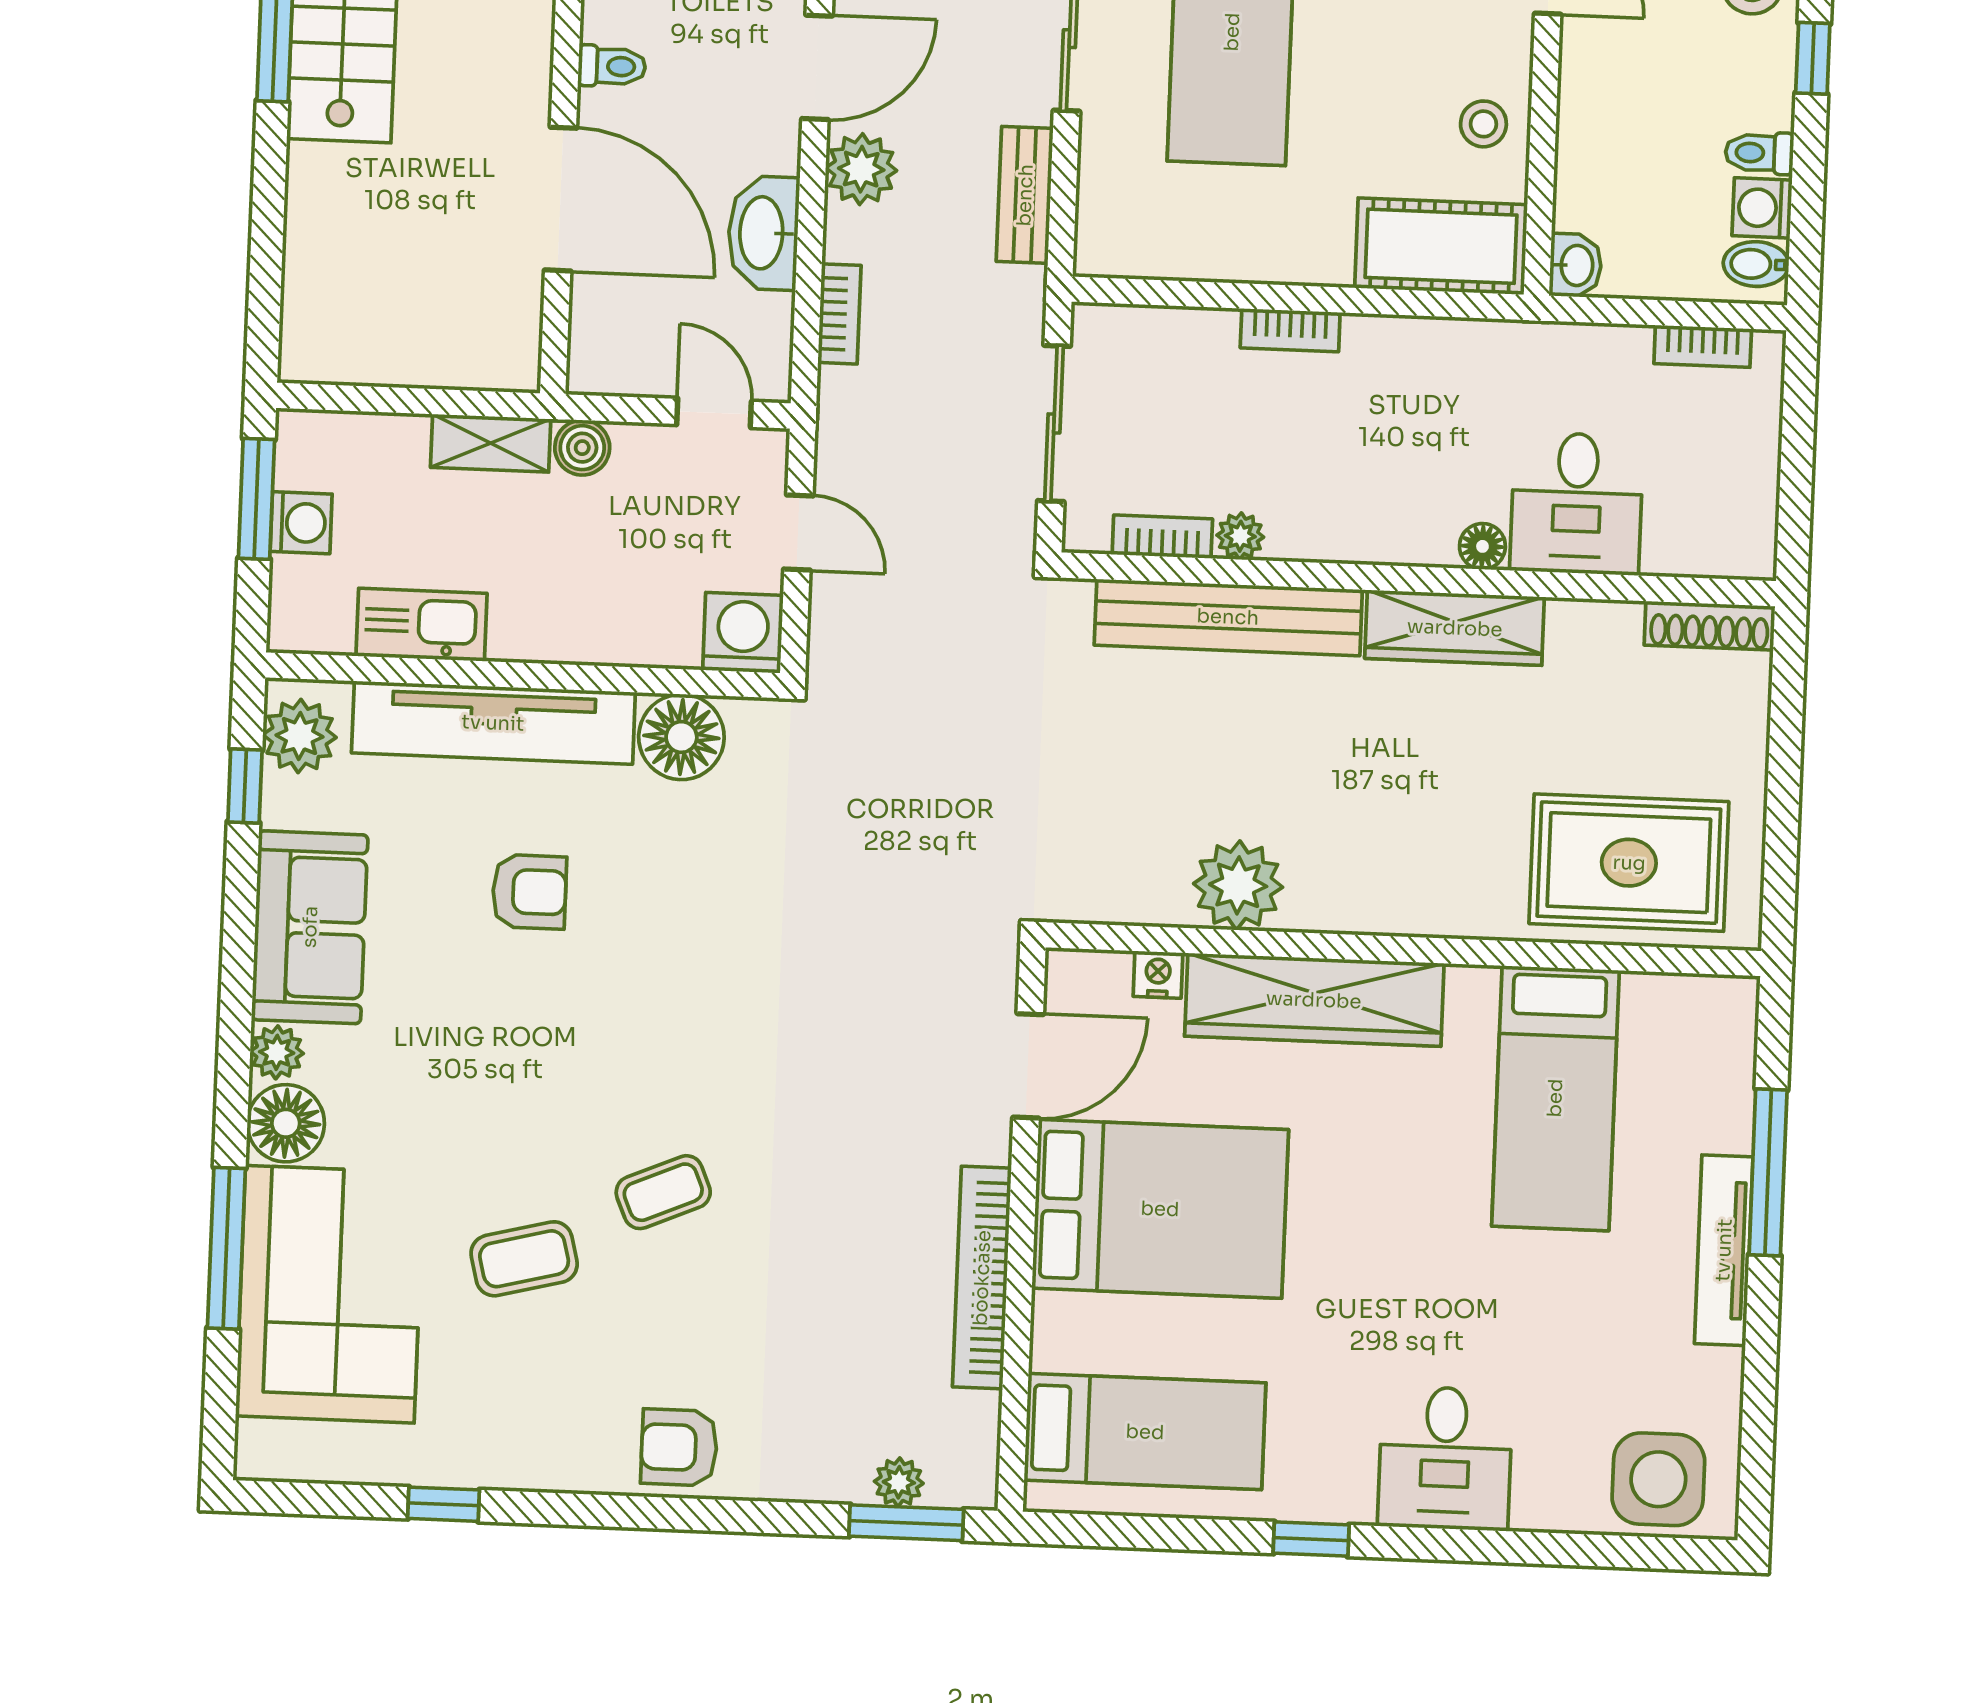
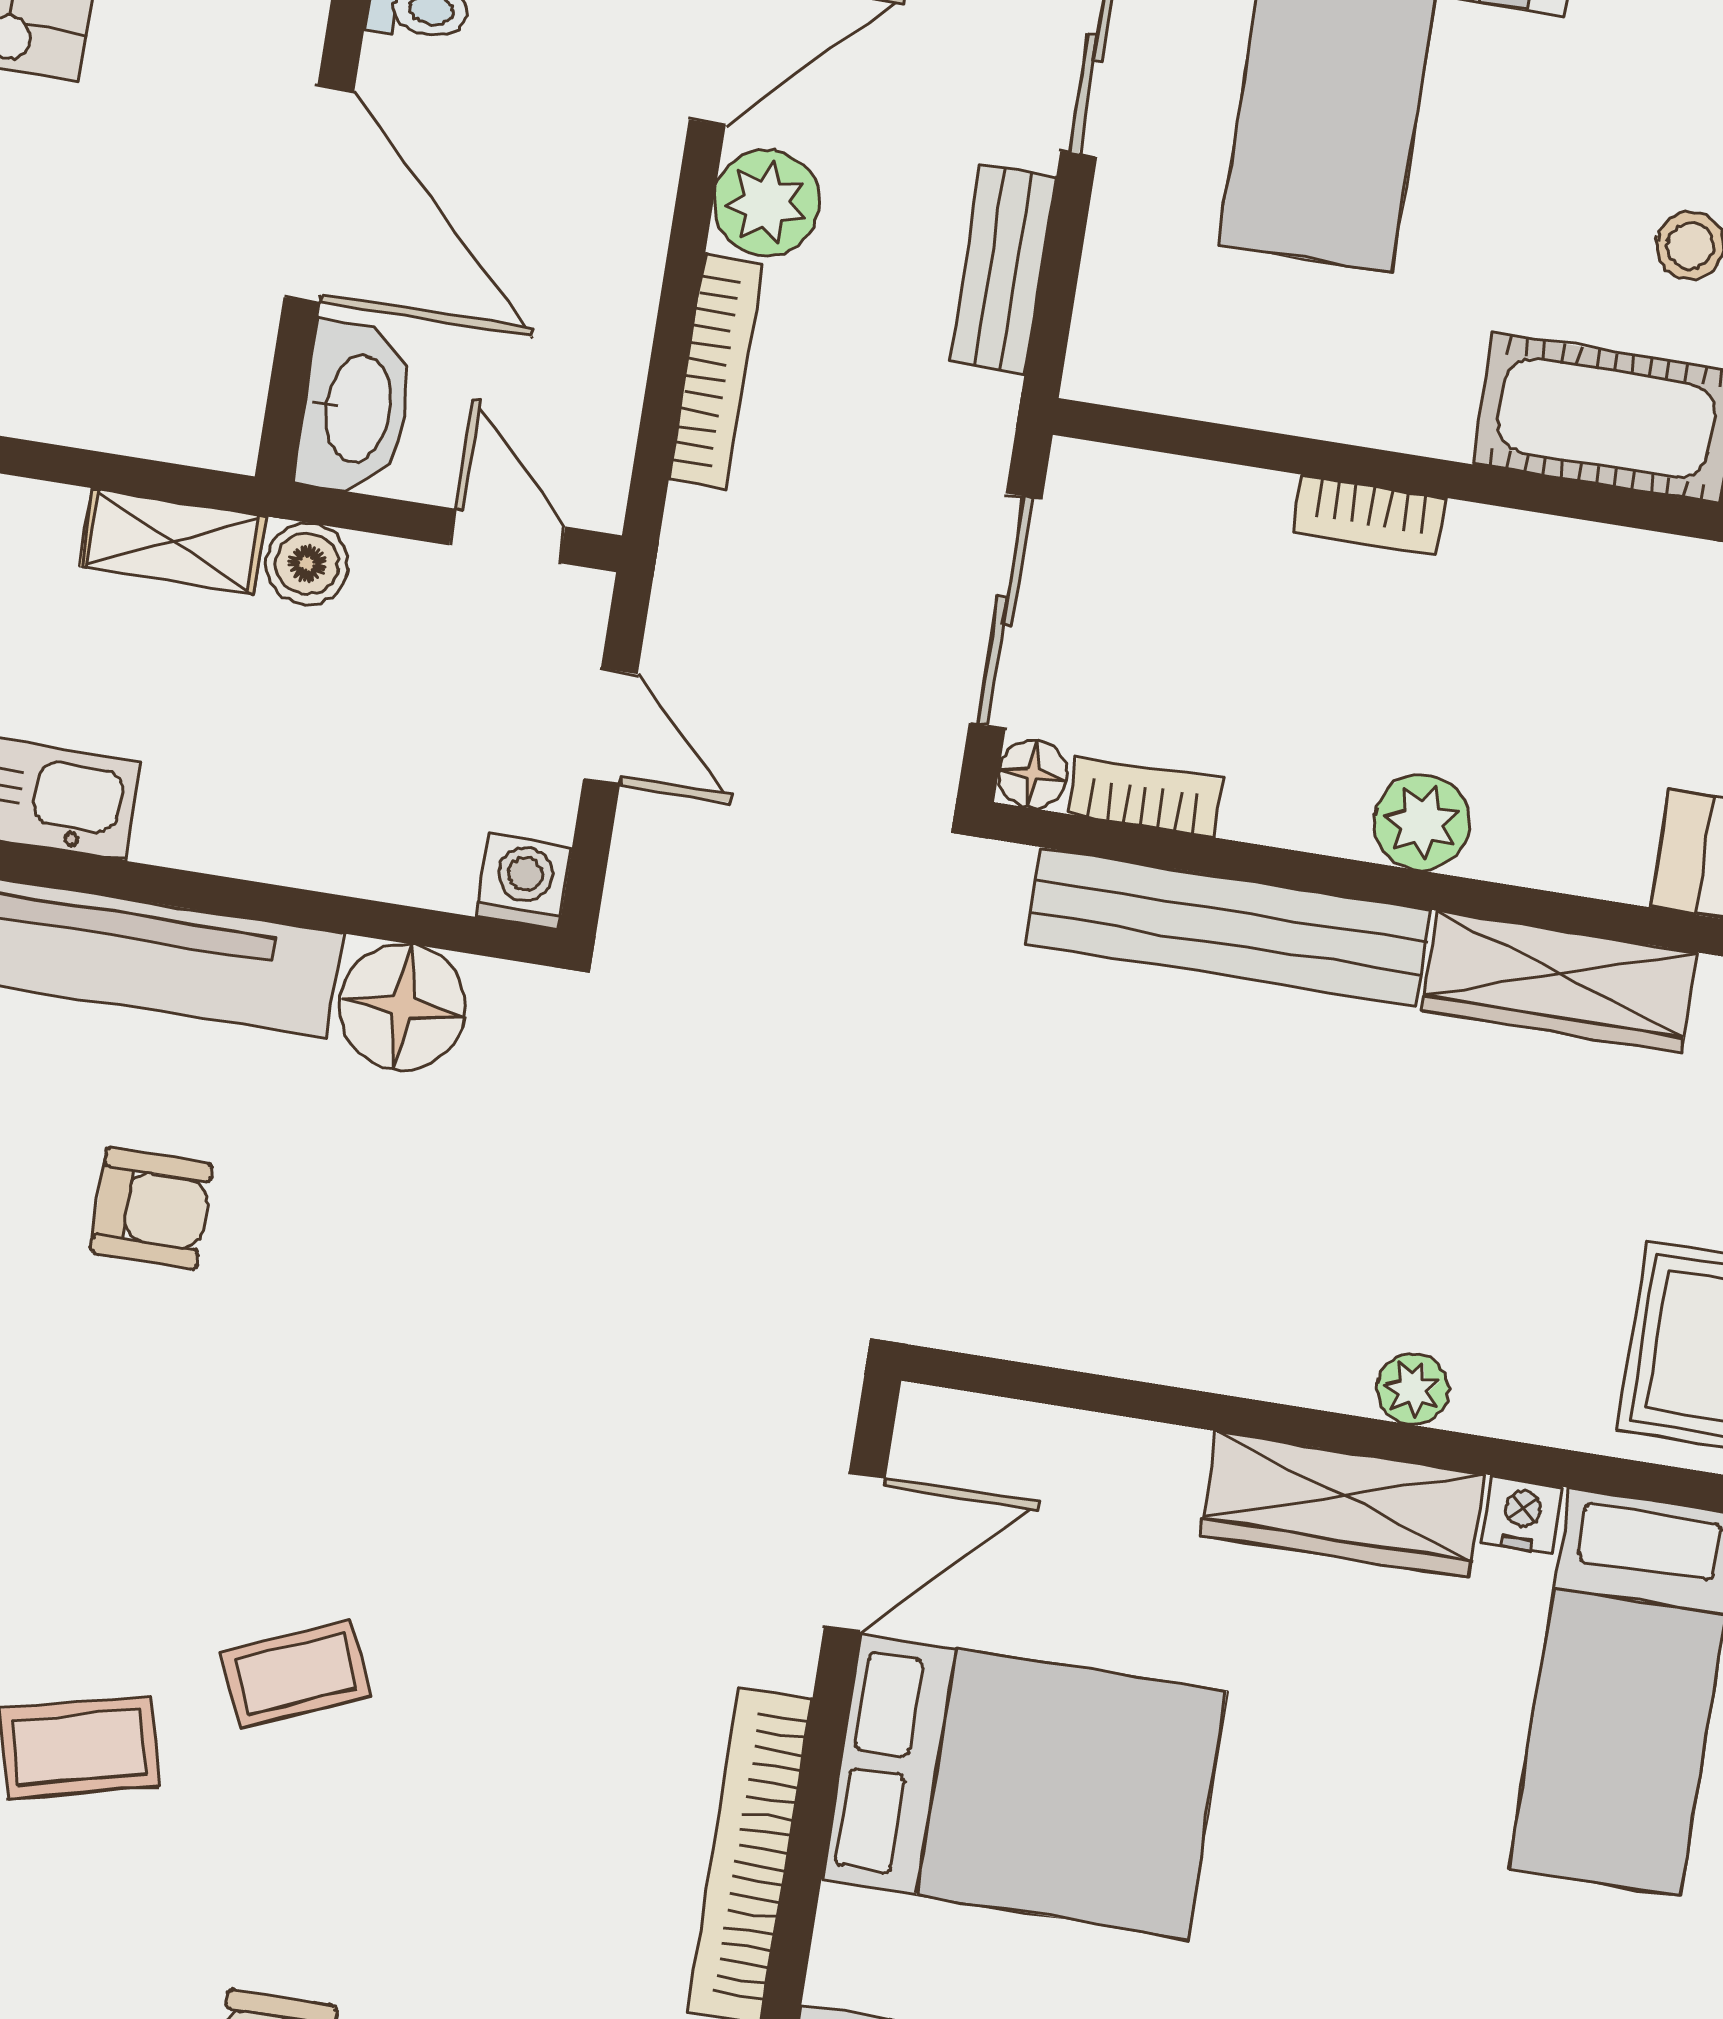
washbasin: (763, 233) -> (355, 408), moved, turned 180
bookcase: (839, 314) -> (716, 372), width x1.56
plant: (1240, 536) -> (1422, 822), moved, width x1.38, depth x1.38
floor lamp: (1482, 546) -> (1033, 774), moved
washing machine: (743, 633) -> (524, 882), width x0.73, depth x0.73
plant: (1238, 885) -> (1413, 1389), moved, width x0.53, depth x0.53
nightstand: (1158, 975) -> (1522, 1514), moved
wardrobe: (1314, 1000) -> (1343, 1505), width x0.71, depth x0.85

